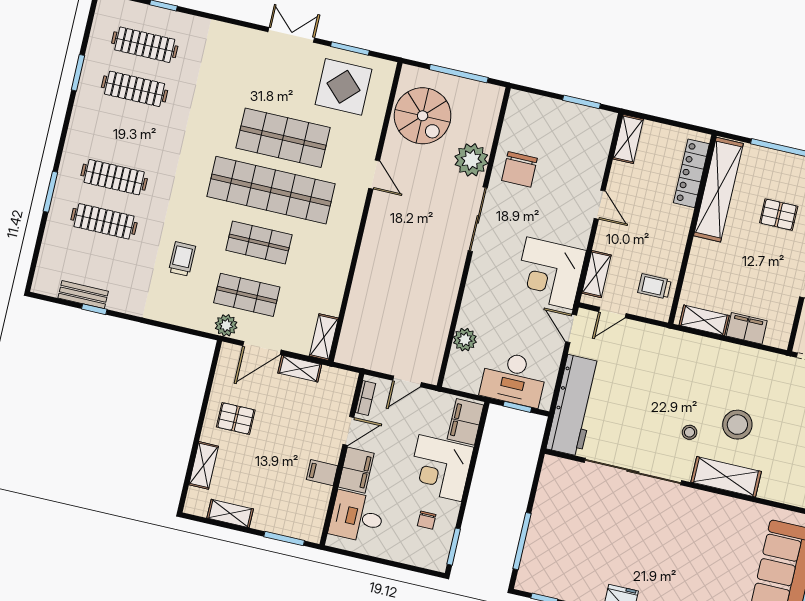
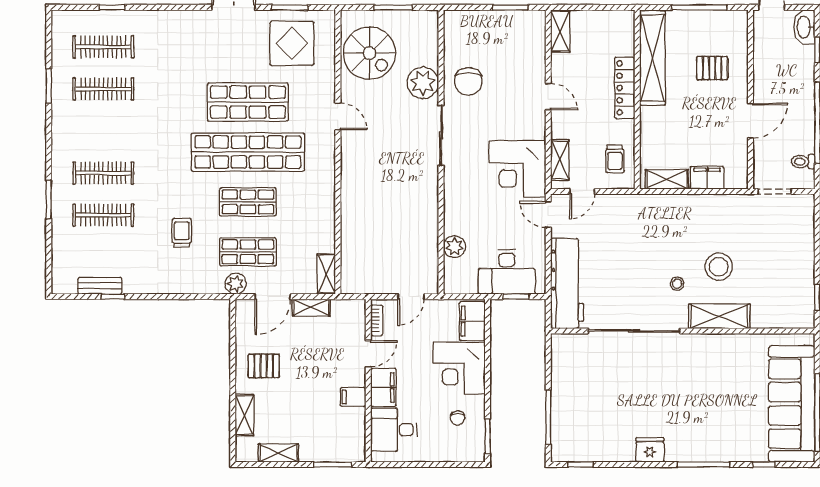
window: (459, 74) -> (393, 7), width x0.69
locker: (691, 173) -> (625, 88), moved
trolley: (655, 286) -> (615, 159), turned -90

